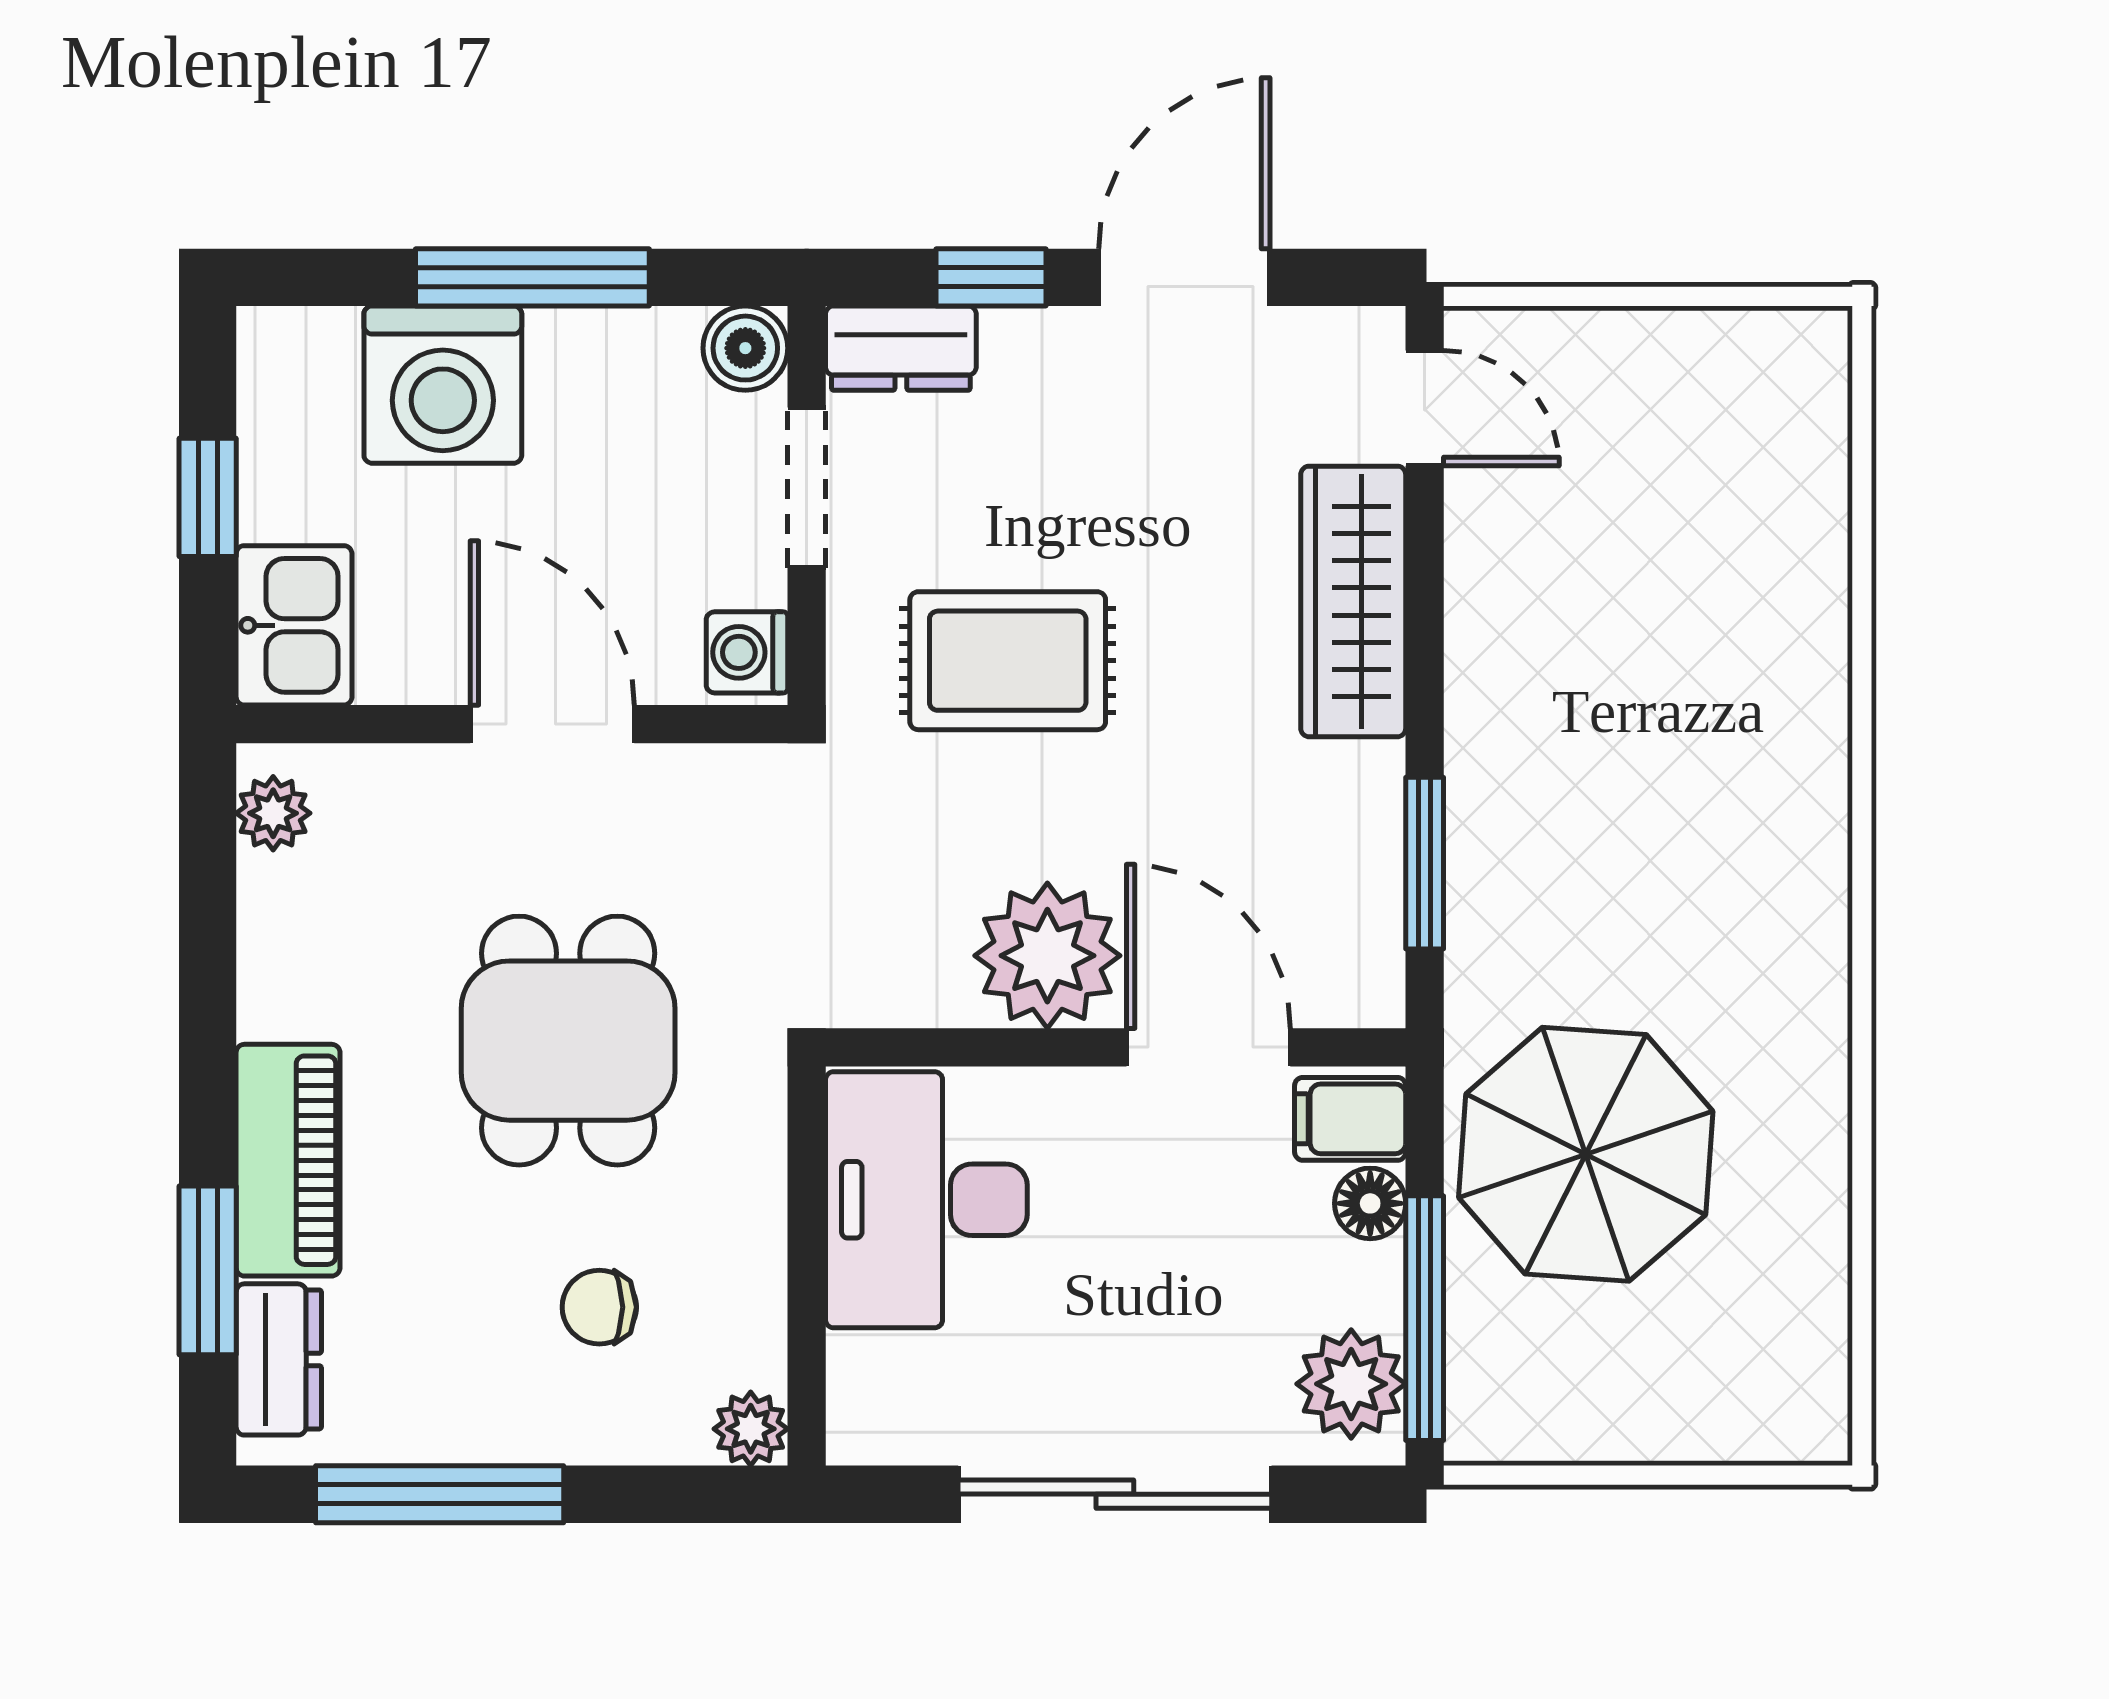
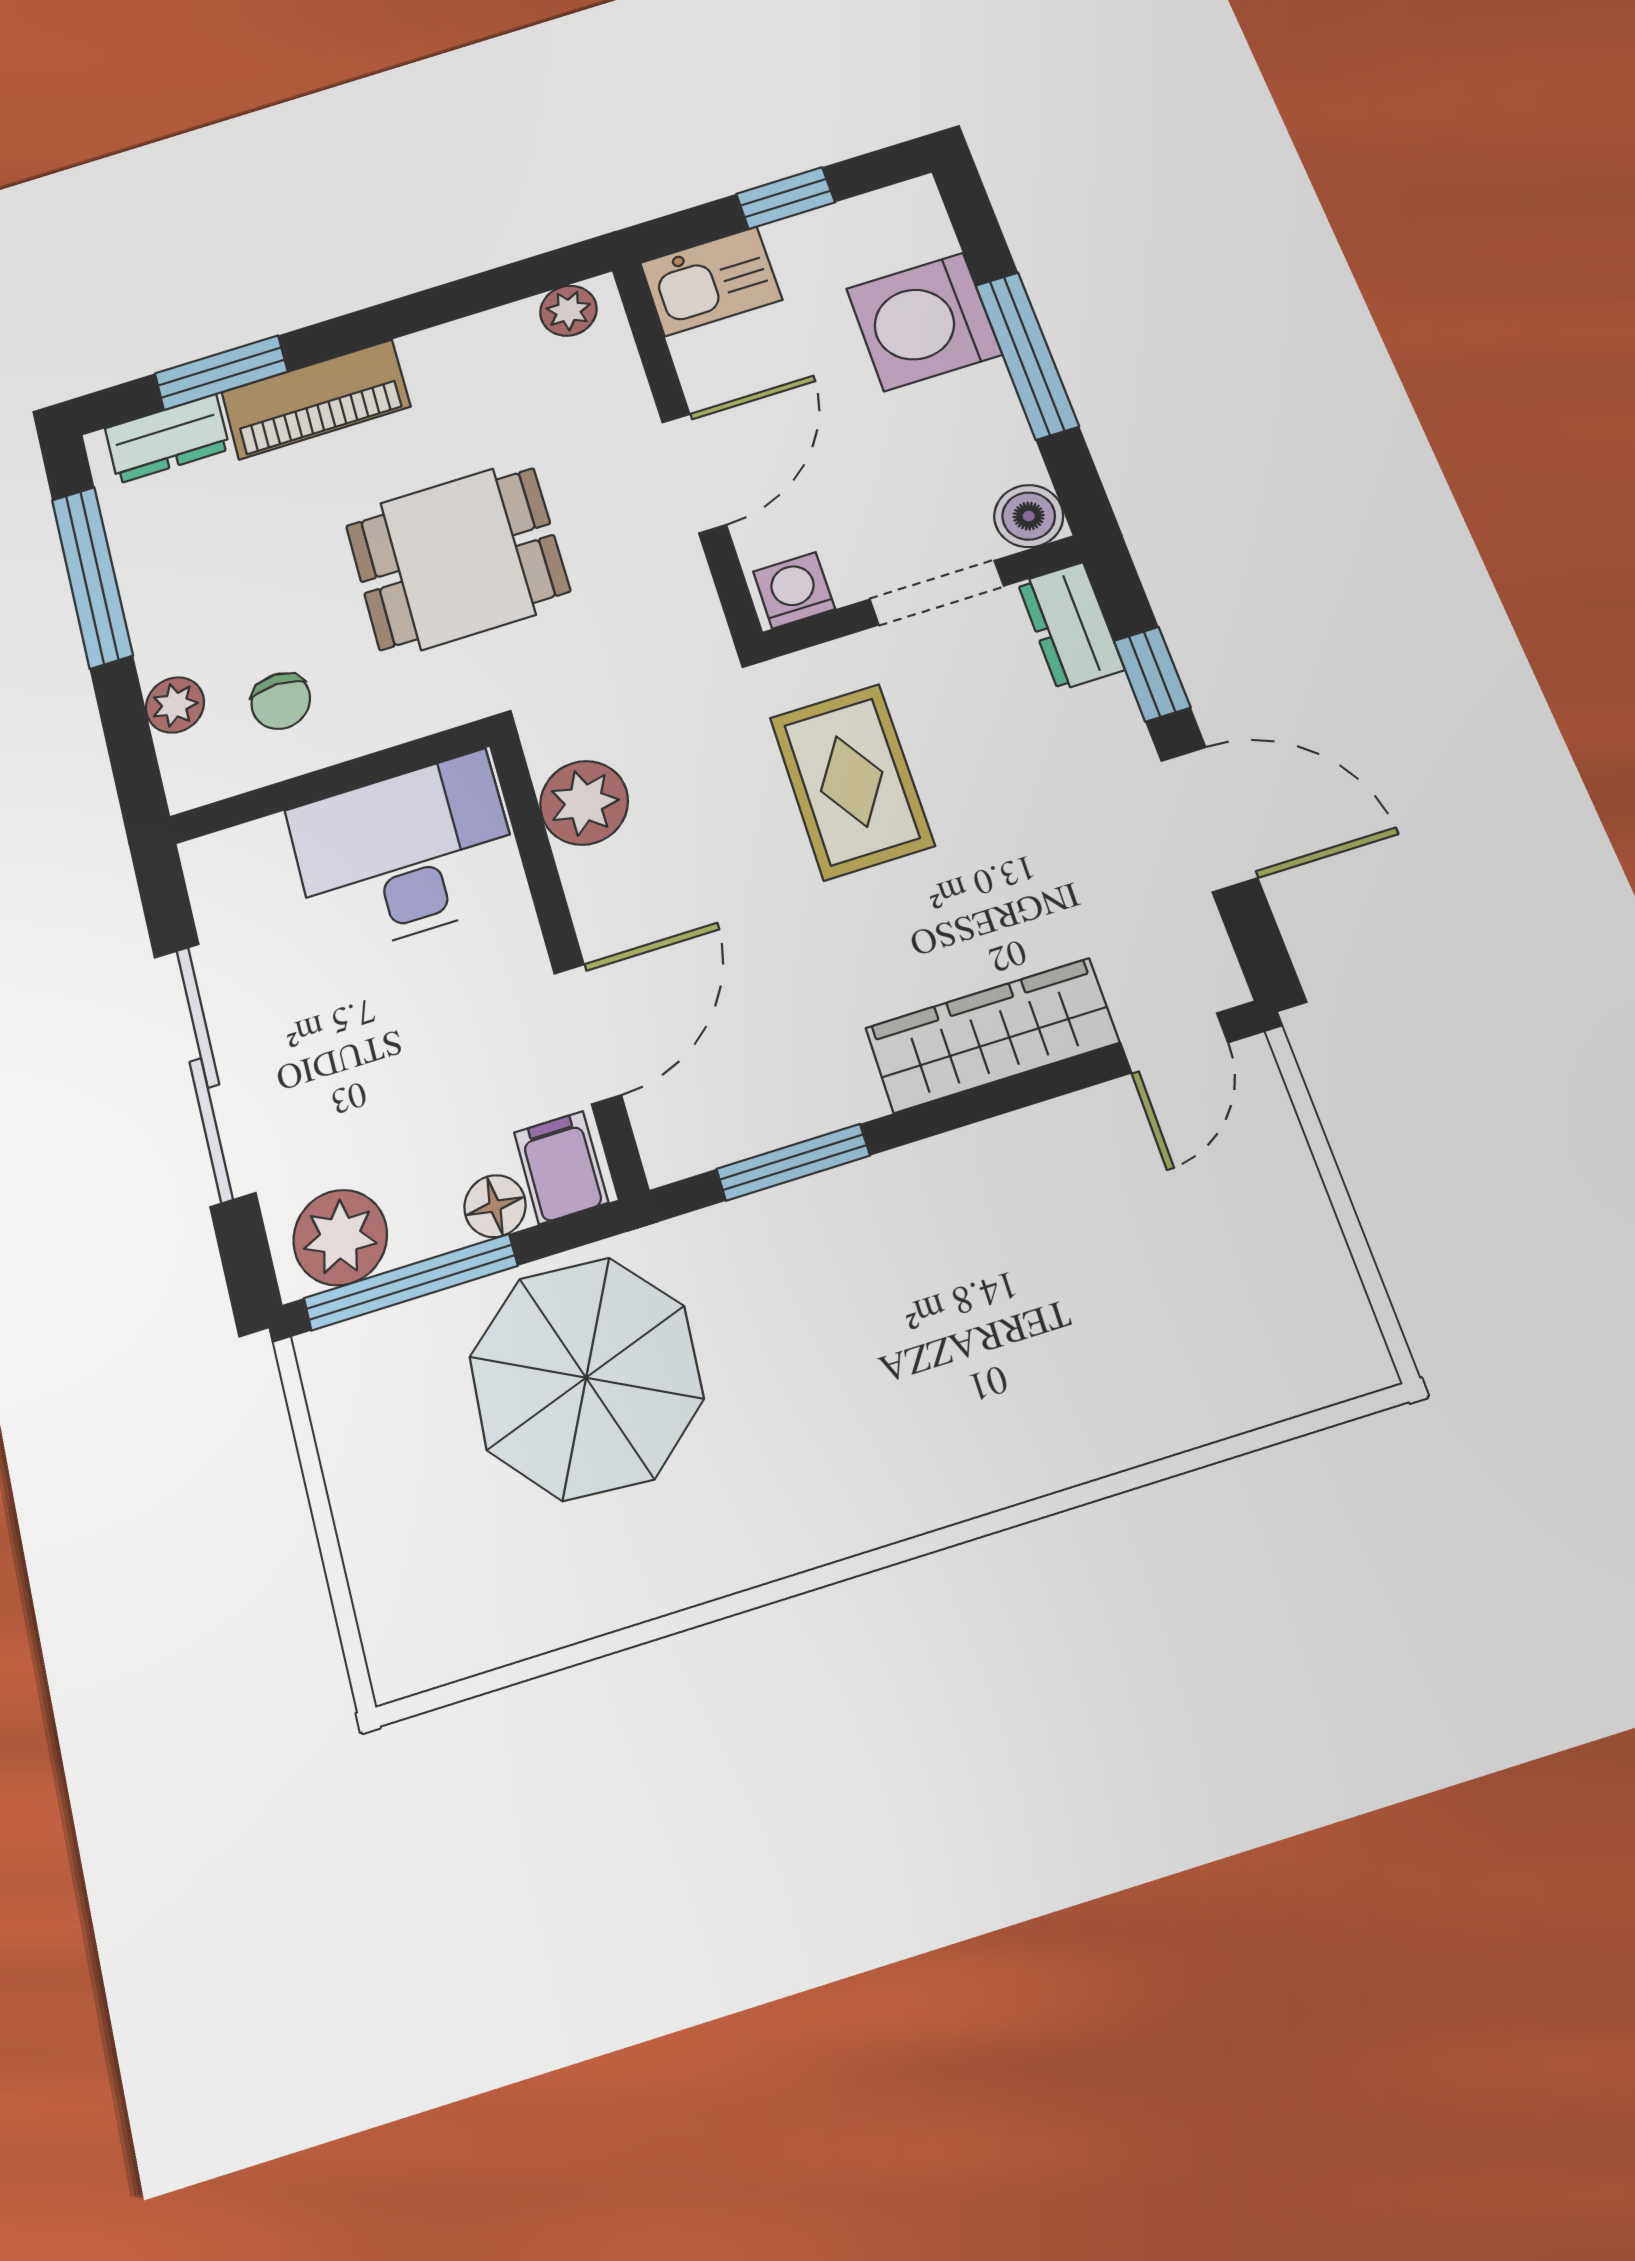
plant: (1047, 956) -> (584, 803), moved, width x0.73, depth x0.73
chair: (599, 1307) -> (281, 701), moved, turned 180
plant: (751, 1429) -> (175, 705), moved

